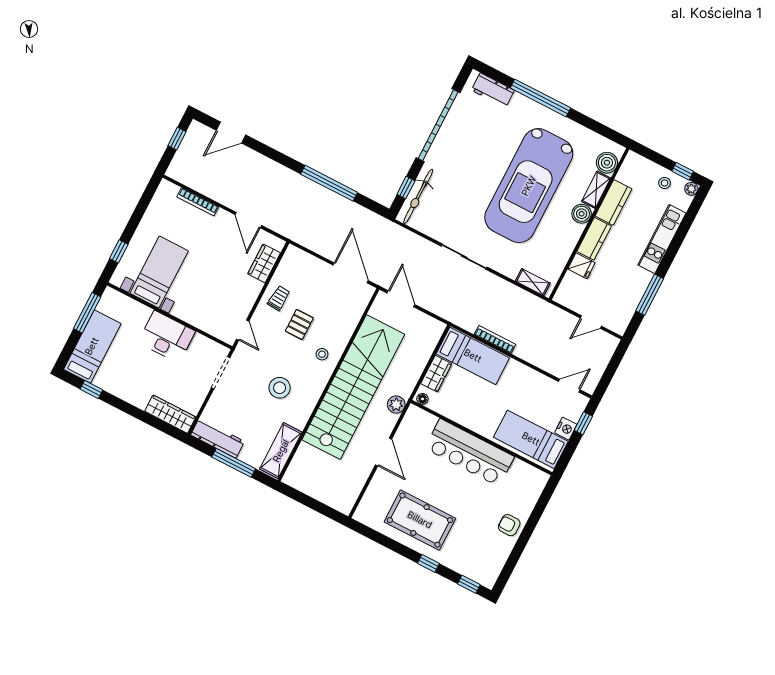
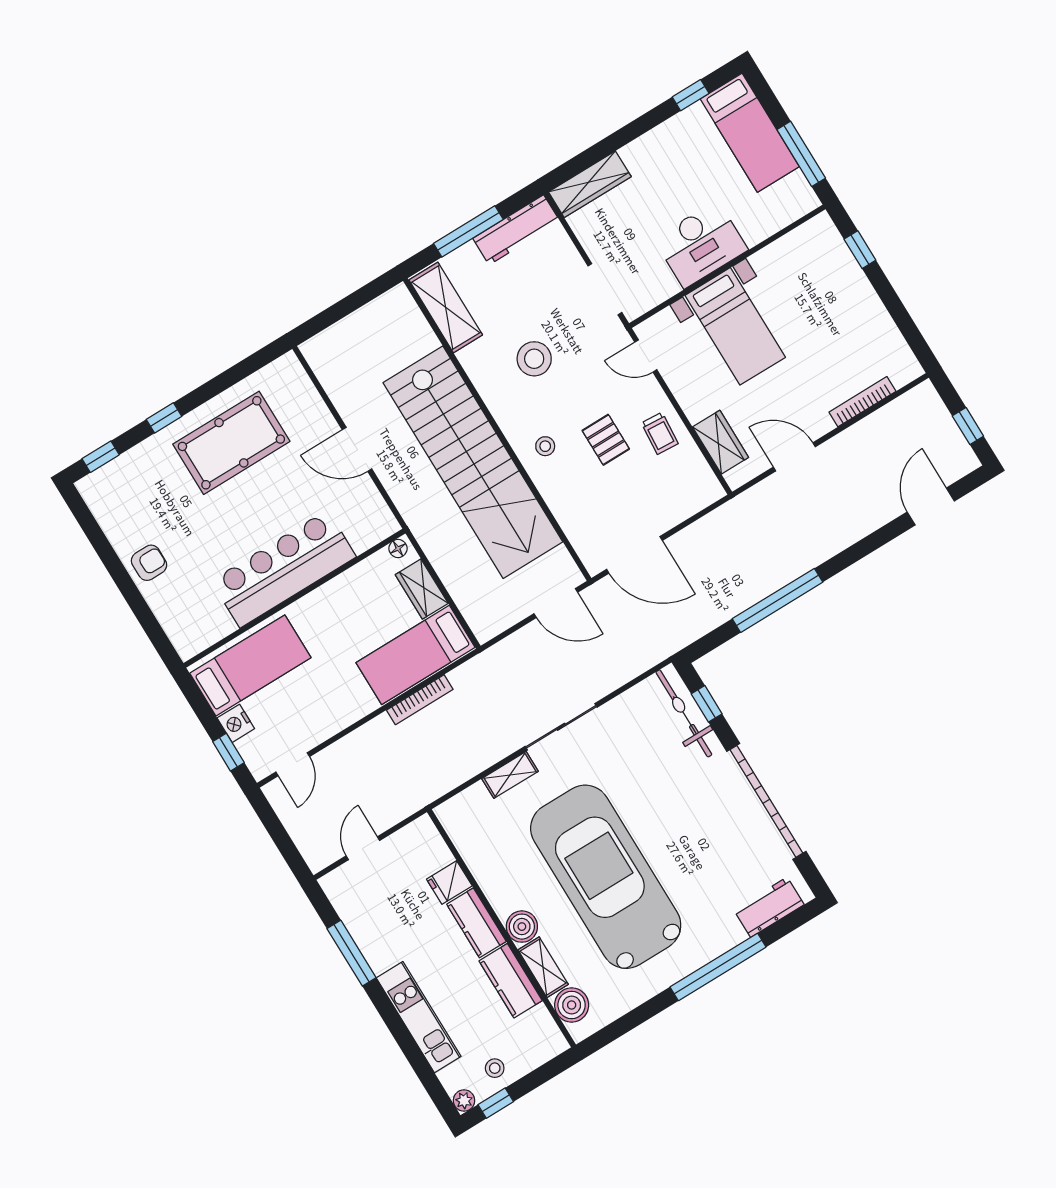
bed with nightstands: (159, 272) -> (735, 326), moved
shelving: (533, 282) -> (510, 775), moved
plant: (396, 405) -> (412, 507), removed

